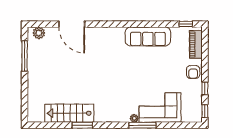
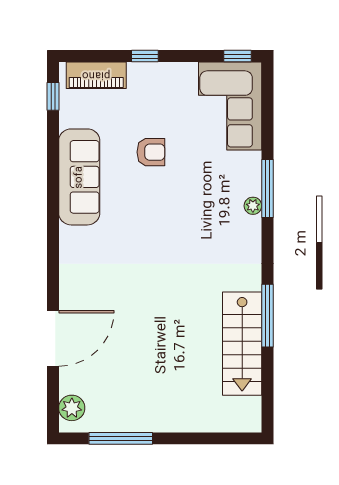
armchair: (193, 72) -> (151, 152), moved
window: (205, 88) -> (145, 56), moved
corner sofa: (160, 108) -> (230, 106), moved
window: (82, 125) -> (267, 316), width x1.44

